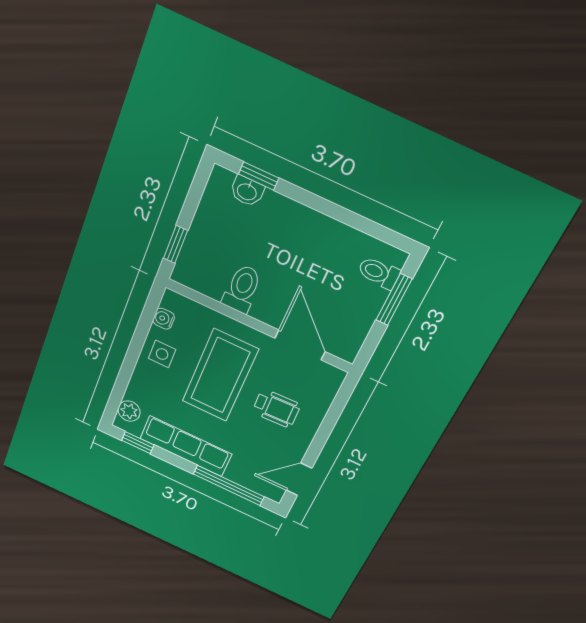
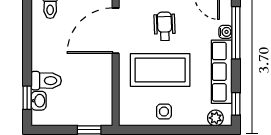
toilet: (242, 289) -> (46, 81), moved, turned 180
water cooler: (164, 319) -> (225, 32), moved, turned -90
door: (300, 345) -> (116, 31), width x1.36

